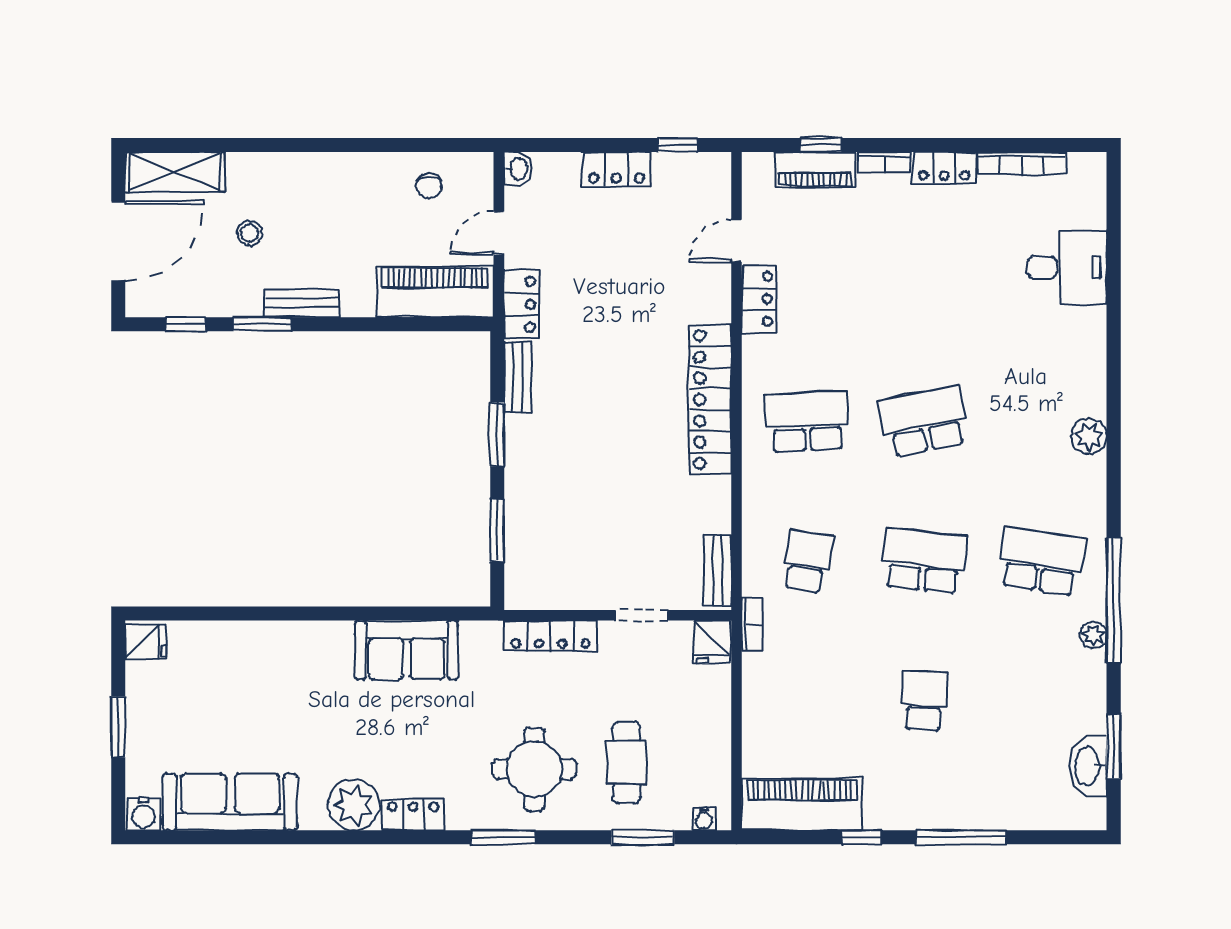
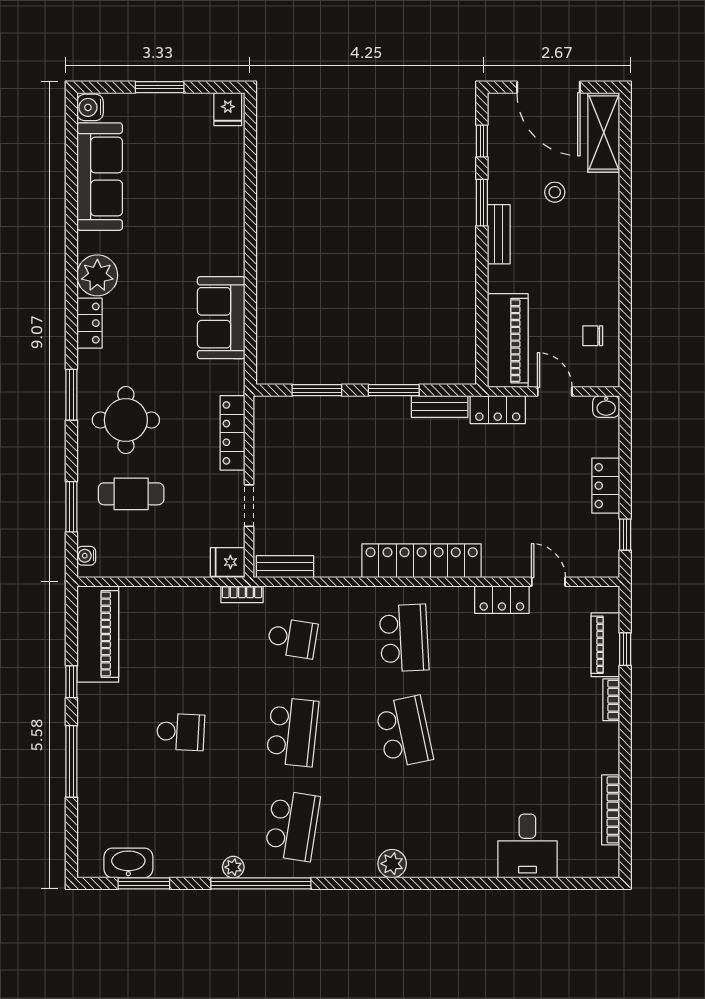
locker: (944, 168) -> (607, 748), removed

